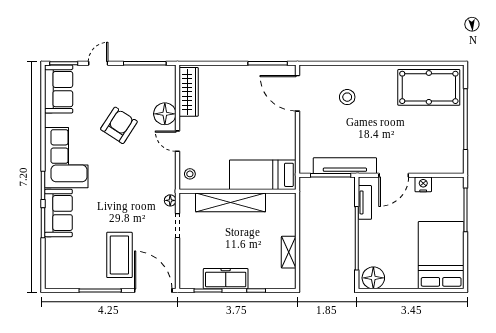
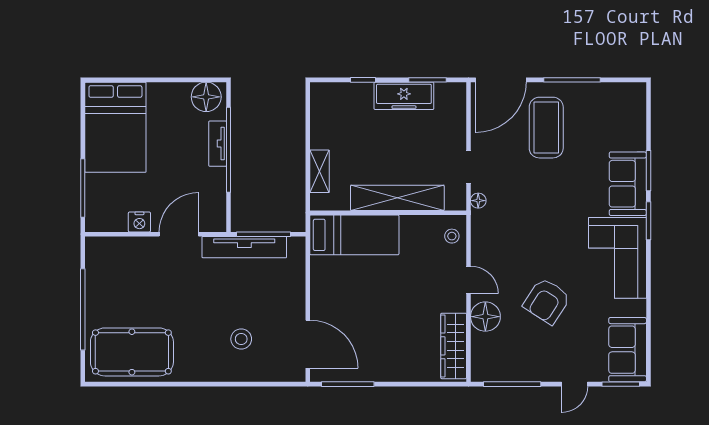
tv unit: (365, 202) -> (218, 144), moved
shelving: (289, 252) -> (320, 171), moved
door: (153, 291) -> (501, 80), hinge flipped

